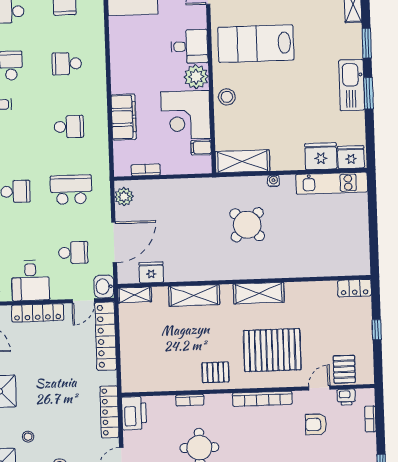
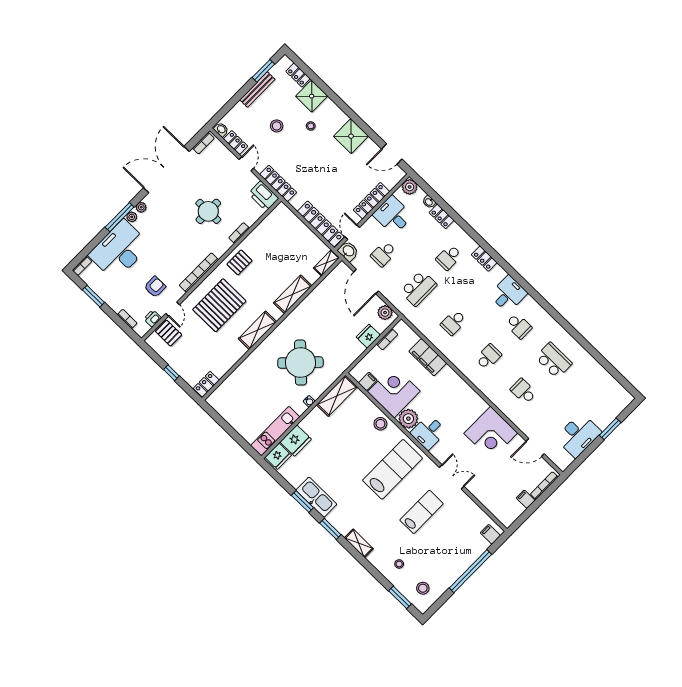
round table: (247, 225) -> (300, 363), width x1.36, depth x1.36
fridge: (151, 272) -> (368, 336), moved, turned 180

